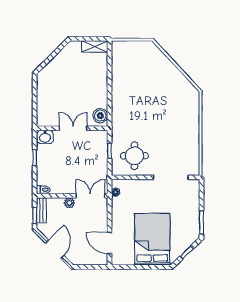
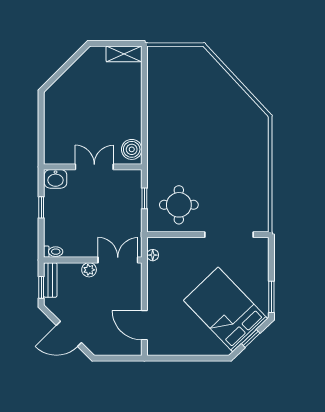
bed: (152, 239) -> (226, 310), moved, turned -44
door: (55, 249) -> (69, 334), swing flipped

